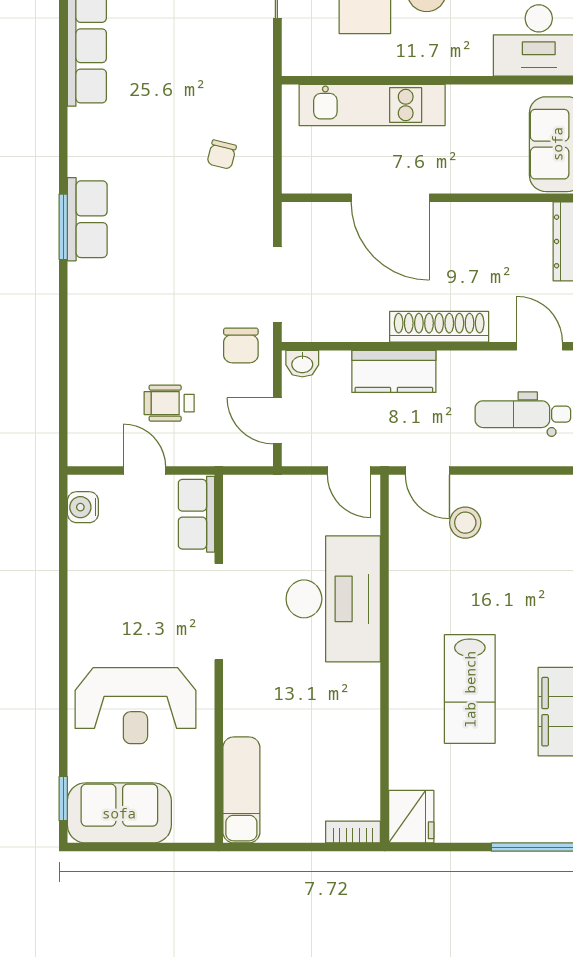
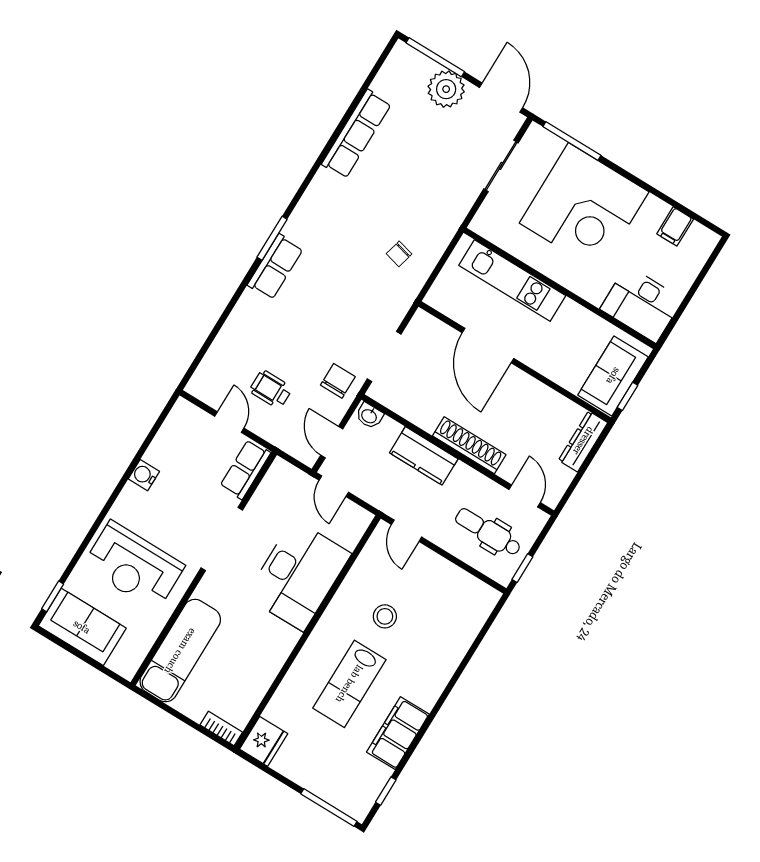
row of seats: (87, 219) -> (275, 267), moved
chair: (241, 345) -> (338, 381), turned 180
door: (349, 471) -> (334, 486), moved
water cooler: (83, 507) -> (144, 475), moved
stool: (465, 523) -> (385, 616), moved
exam couch: (241, 790) -> (180, 651), width x1.36, depth x1.45

